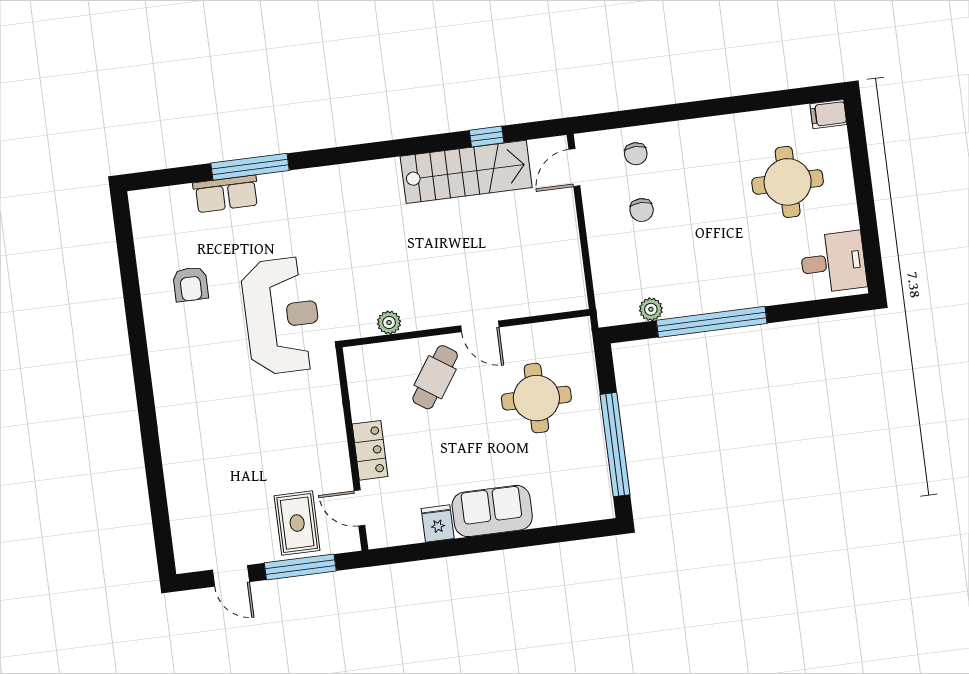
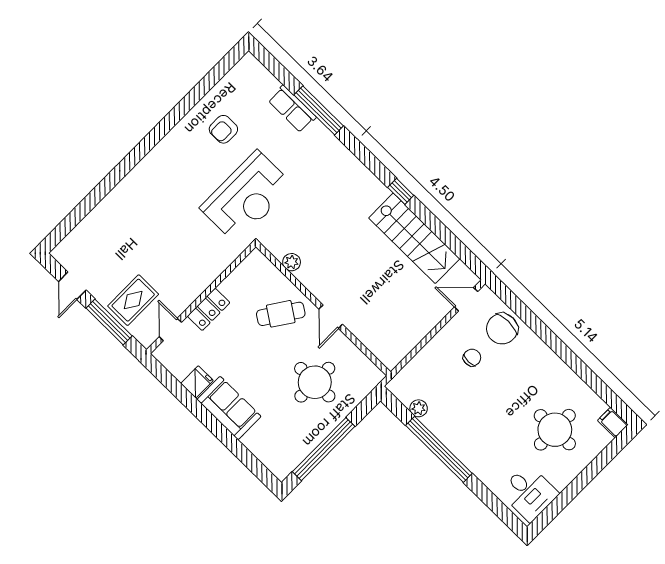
window: (487, 137) -> (401, 191), moved
chair: (636, 154) -> (502, 329), width x1.87, depth x1.87
chair: (642, 210) -> (472, 358), turned 180

